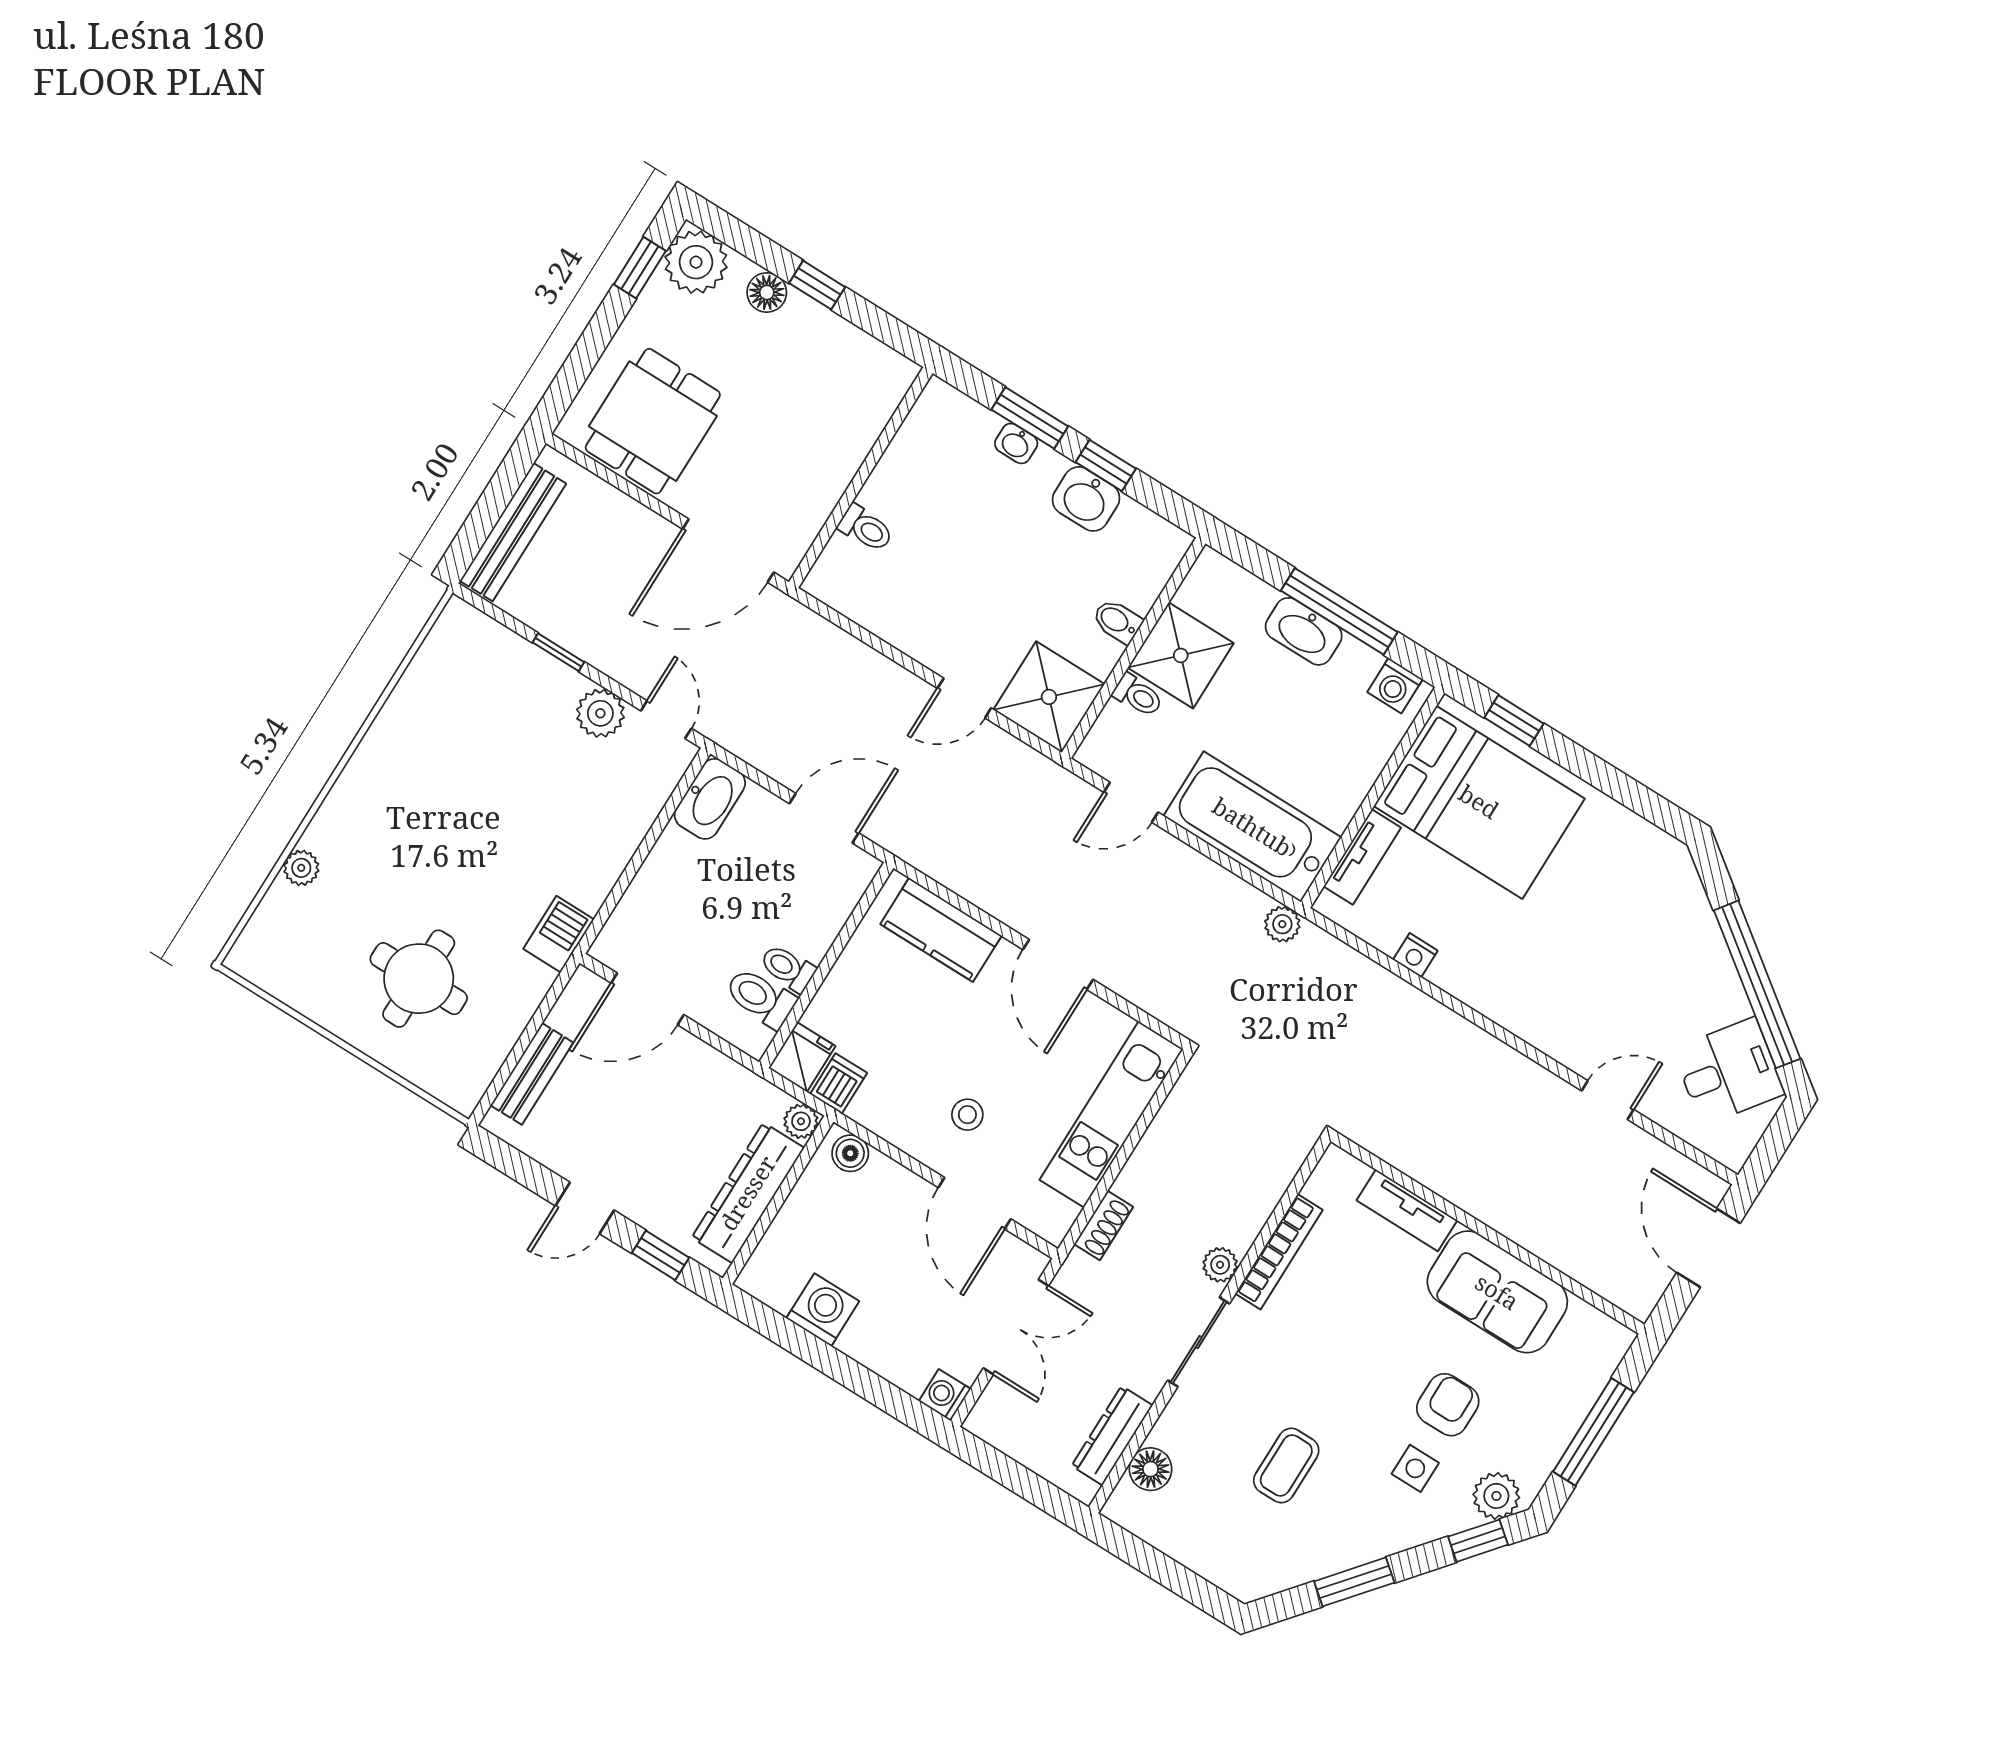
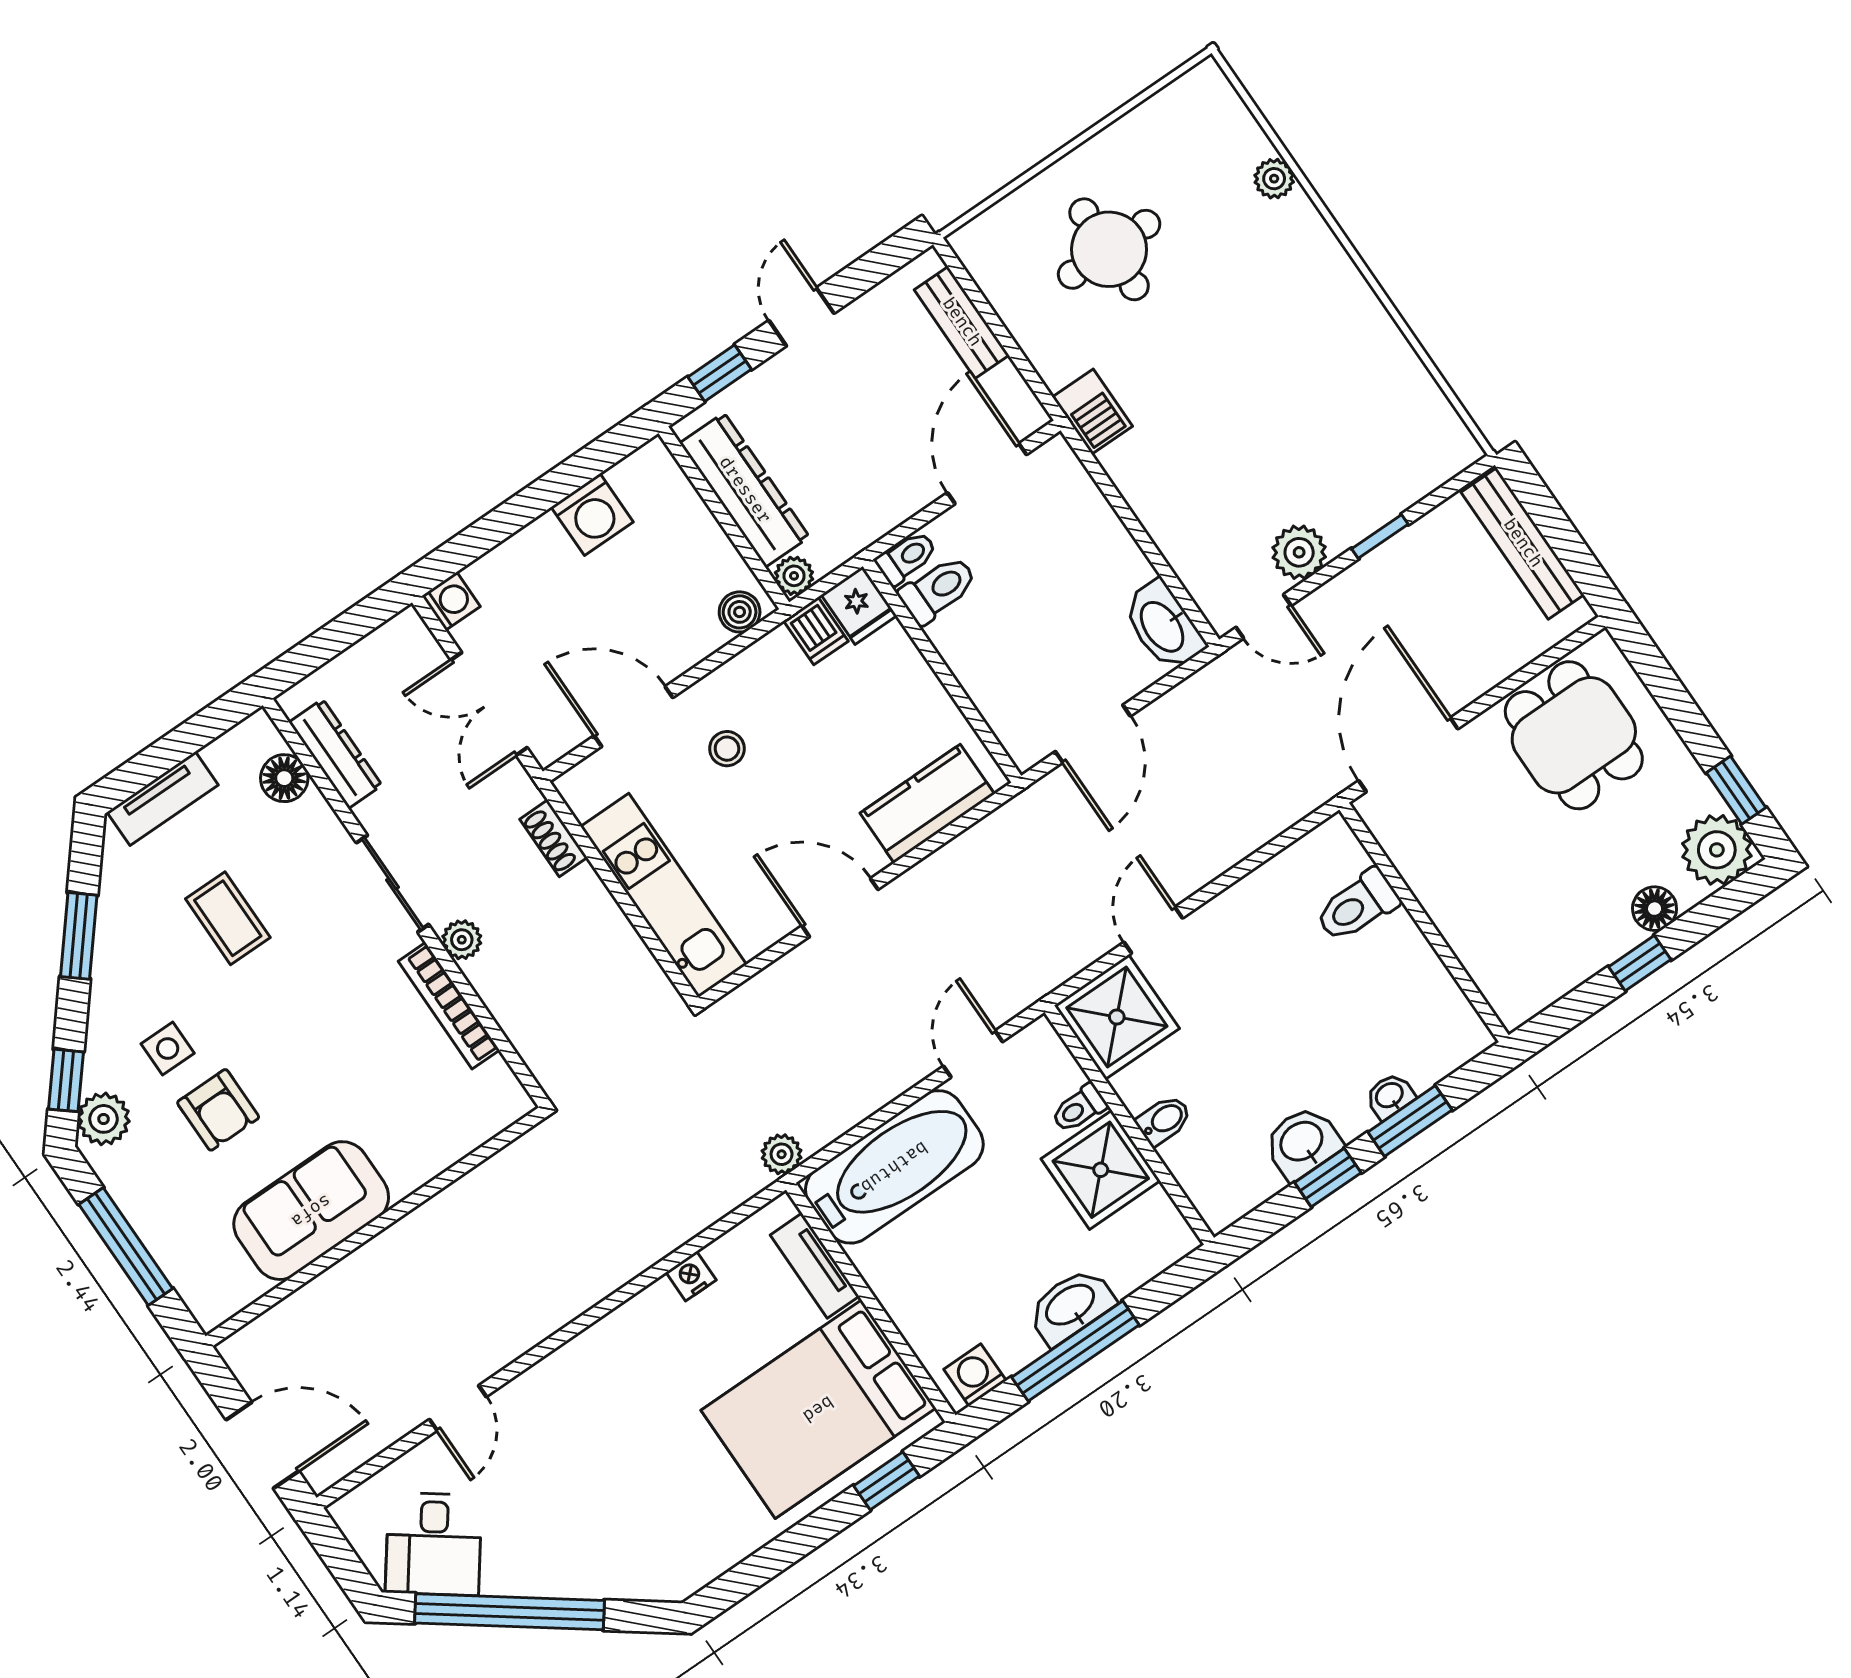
toilet: (866, 528) -> (1357, 906), width x1.37, depth x1.39
toilet: (788, 968) -> (906, 558), moved
tv unit: (1407, 1210) -> (163, 799), moved, turned 180

